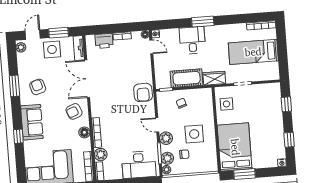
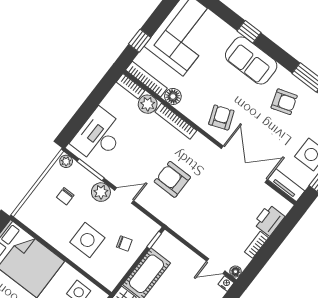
armchair: (143, 92) -> (172, 179), moved
floor lamp: (84, 132) -> (173, 96), moved
side table: (194, 134) -> (87, 240), moved
plant: (167, 158) -> (78, 174), removed

